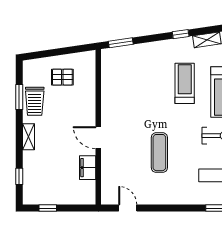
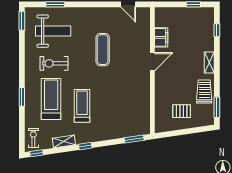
treadmill: (185, 83) -> (82, 106), turned 180
window: (19, 97) -> (217, 107), moved
door: (98, 138) -> (152, 62), hinge flipped

